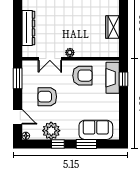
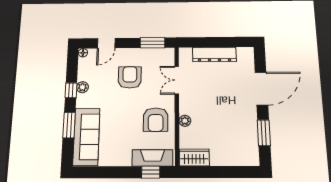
wardrobe: (112, 27) -> (194, 158), moved
plant: (70, 53) -> (185, 121), moved
sofa: (96, 130) -> (86, 137), width x1.36
plant: (51, 131) -> (82, 87), width x0.53, depth x0.53

